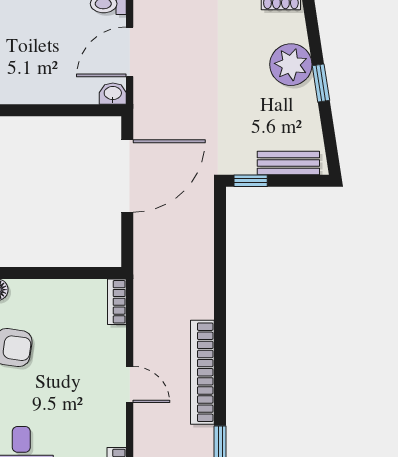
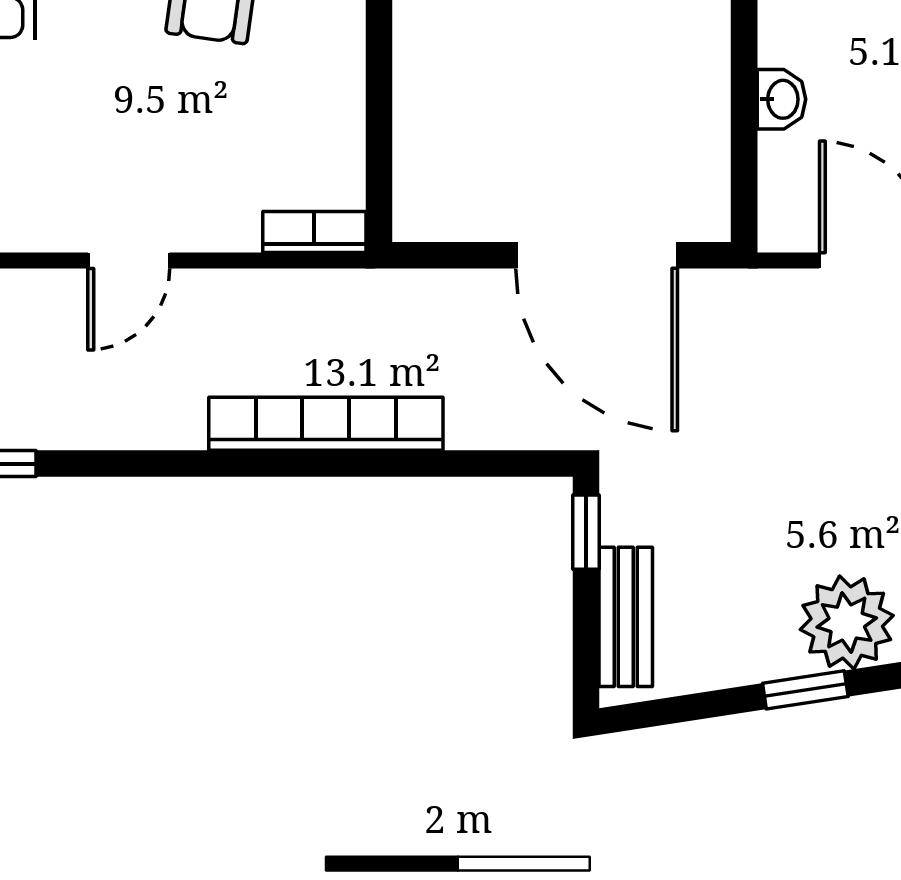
washbasin: (113, 94) -> (781, 99), moved
bookcase: (202, 372) -> (326, 424), moved

